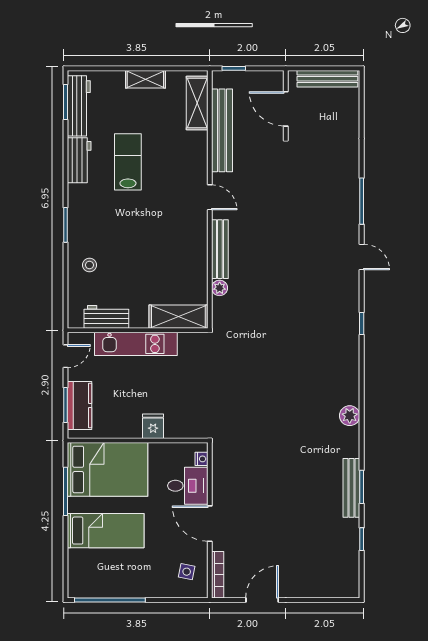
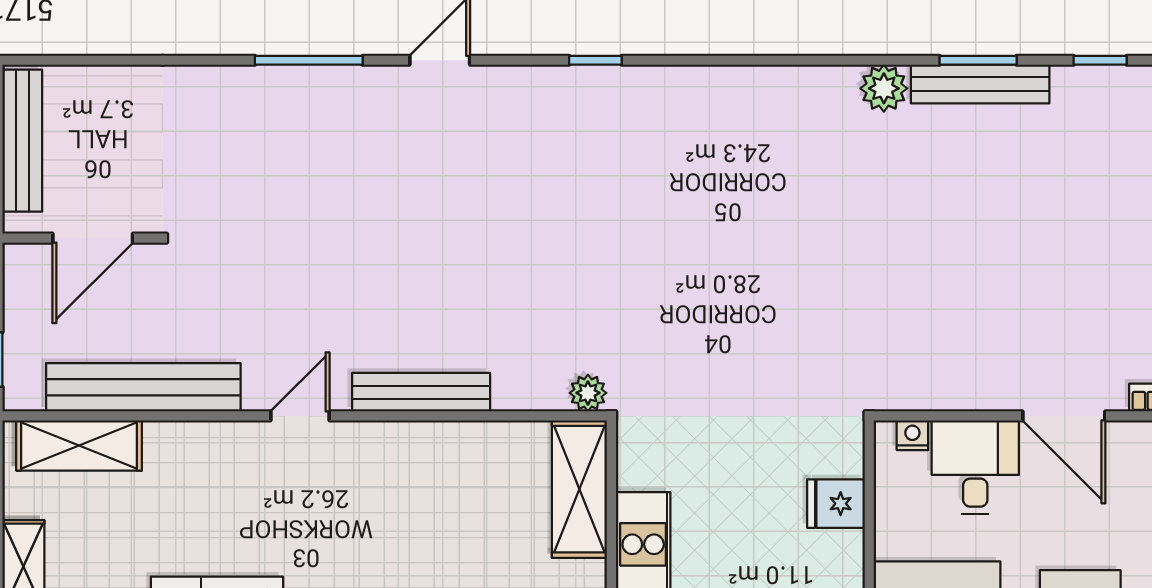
plant: (220, 288) -> (588, 393), moved
plant: (350, 416) -> (884, 88), moved
fridge: (153, 426) -> (836, 504), moved
door: (210, 524) -> (1064, 416), hinge flipped

